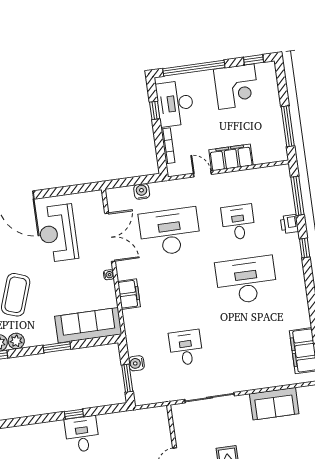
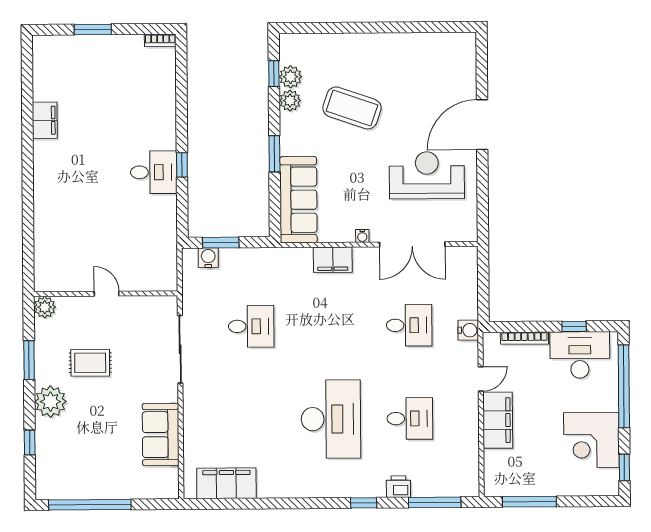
water cooler: (142, 191) -> (468, 330), moved
desk: (170, 232) -> (409, 325), width x0.53, depth x0.77
water cooler: (136, 363) -> (208, 258), moved

